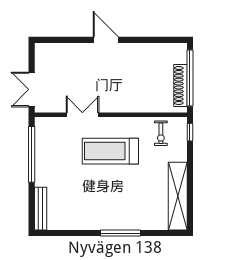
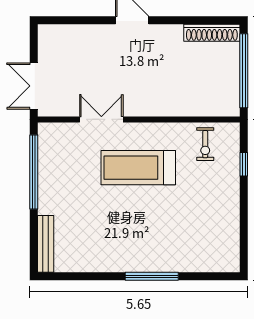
shoe rack: (180, 86) -> (212, 33), moved, turned -90
window: (190, 132) -> (244, 164), moved
shelving: (178, 196) -> (228, 227), removed

